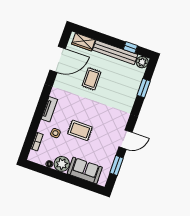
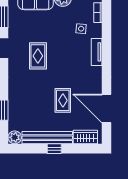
window: (130, 48) -> (54, 149), moved
door: (58, 59) -> (106, 109), hinge flipped
rug: (80, 130) -> (38, 56), moved, turned 90

